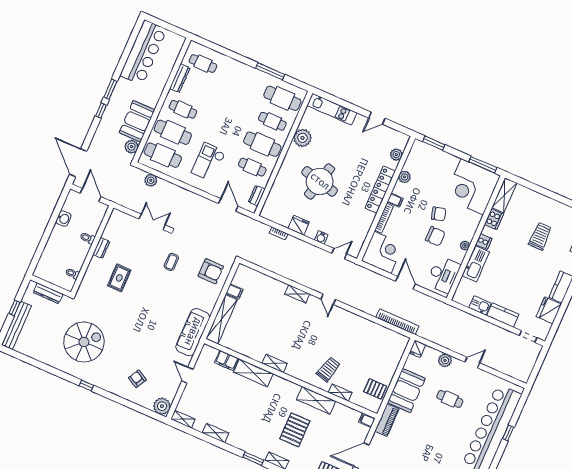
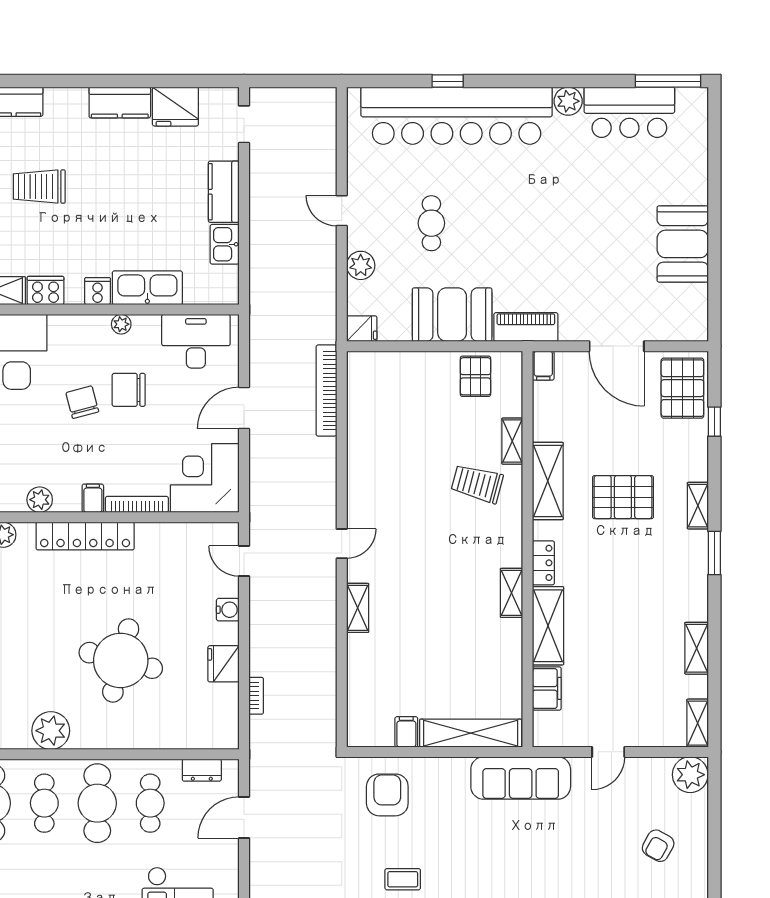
chair: (435, 236) -> (129, 390), turned -90
locker: (282, 383) -> (543, 563), added

